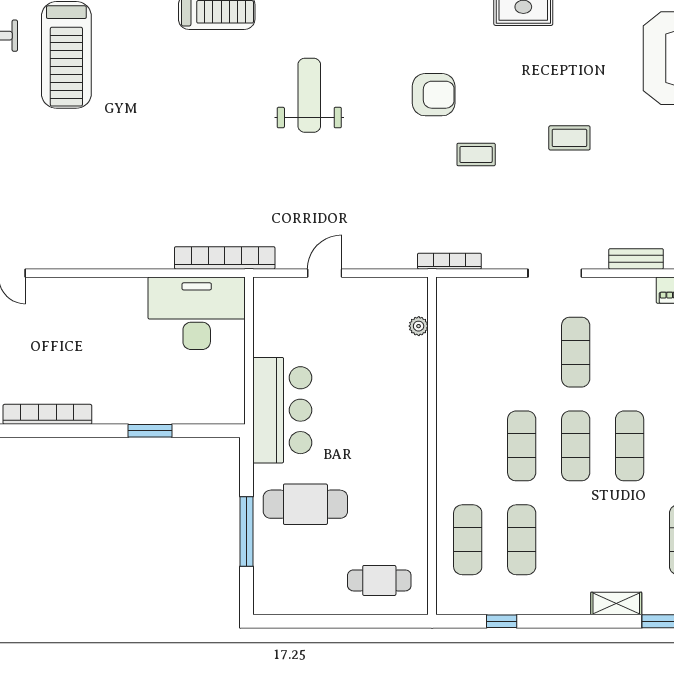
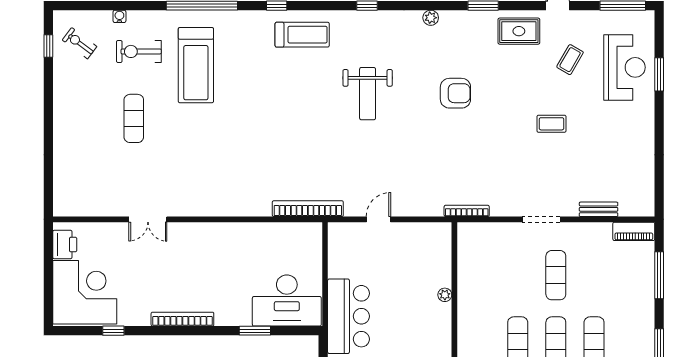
weight bench: (309, 95) -> (368, 94), turned 180
coffee table: (476, 155) -> (570, 60), moved, turned -60
desk: (197, 313) -> (287, 301), moved, turned 180
plant: (419, 326) -> (445, 295), moved

